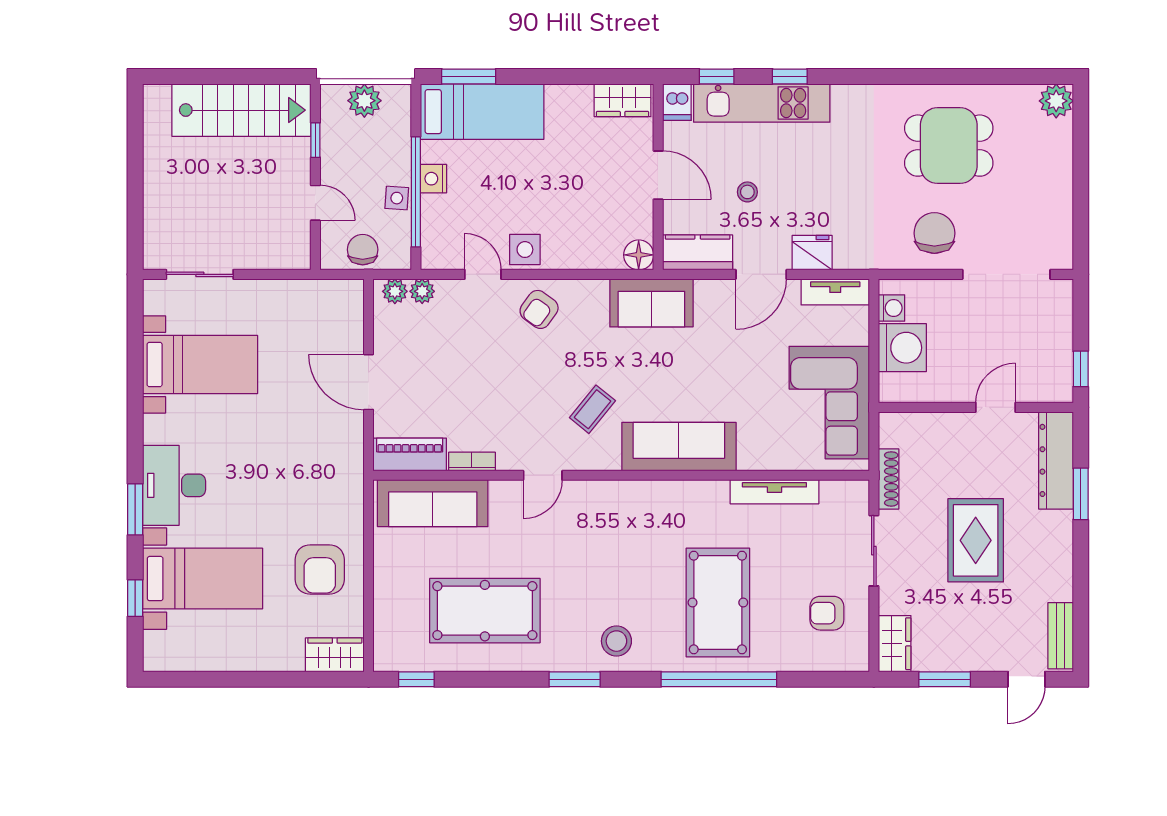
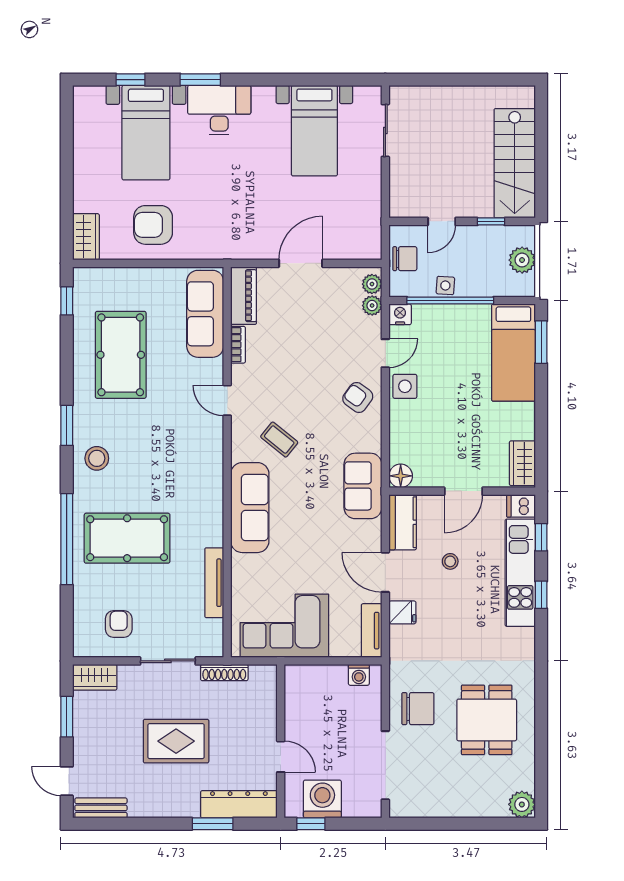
nightstand: (433, 179) -> (400, 314), moved
fridge: (812, 253) -> (402, 612), width x0.72
washing machine: (902, 348) -> (322, 799), moved, turned 180

